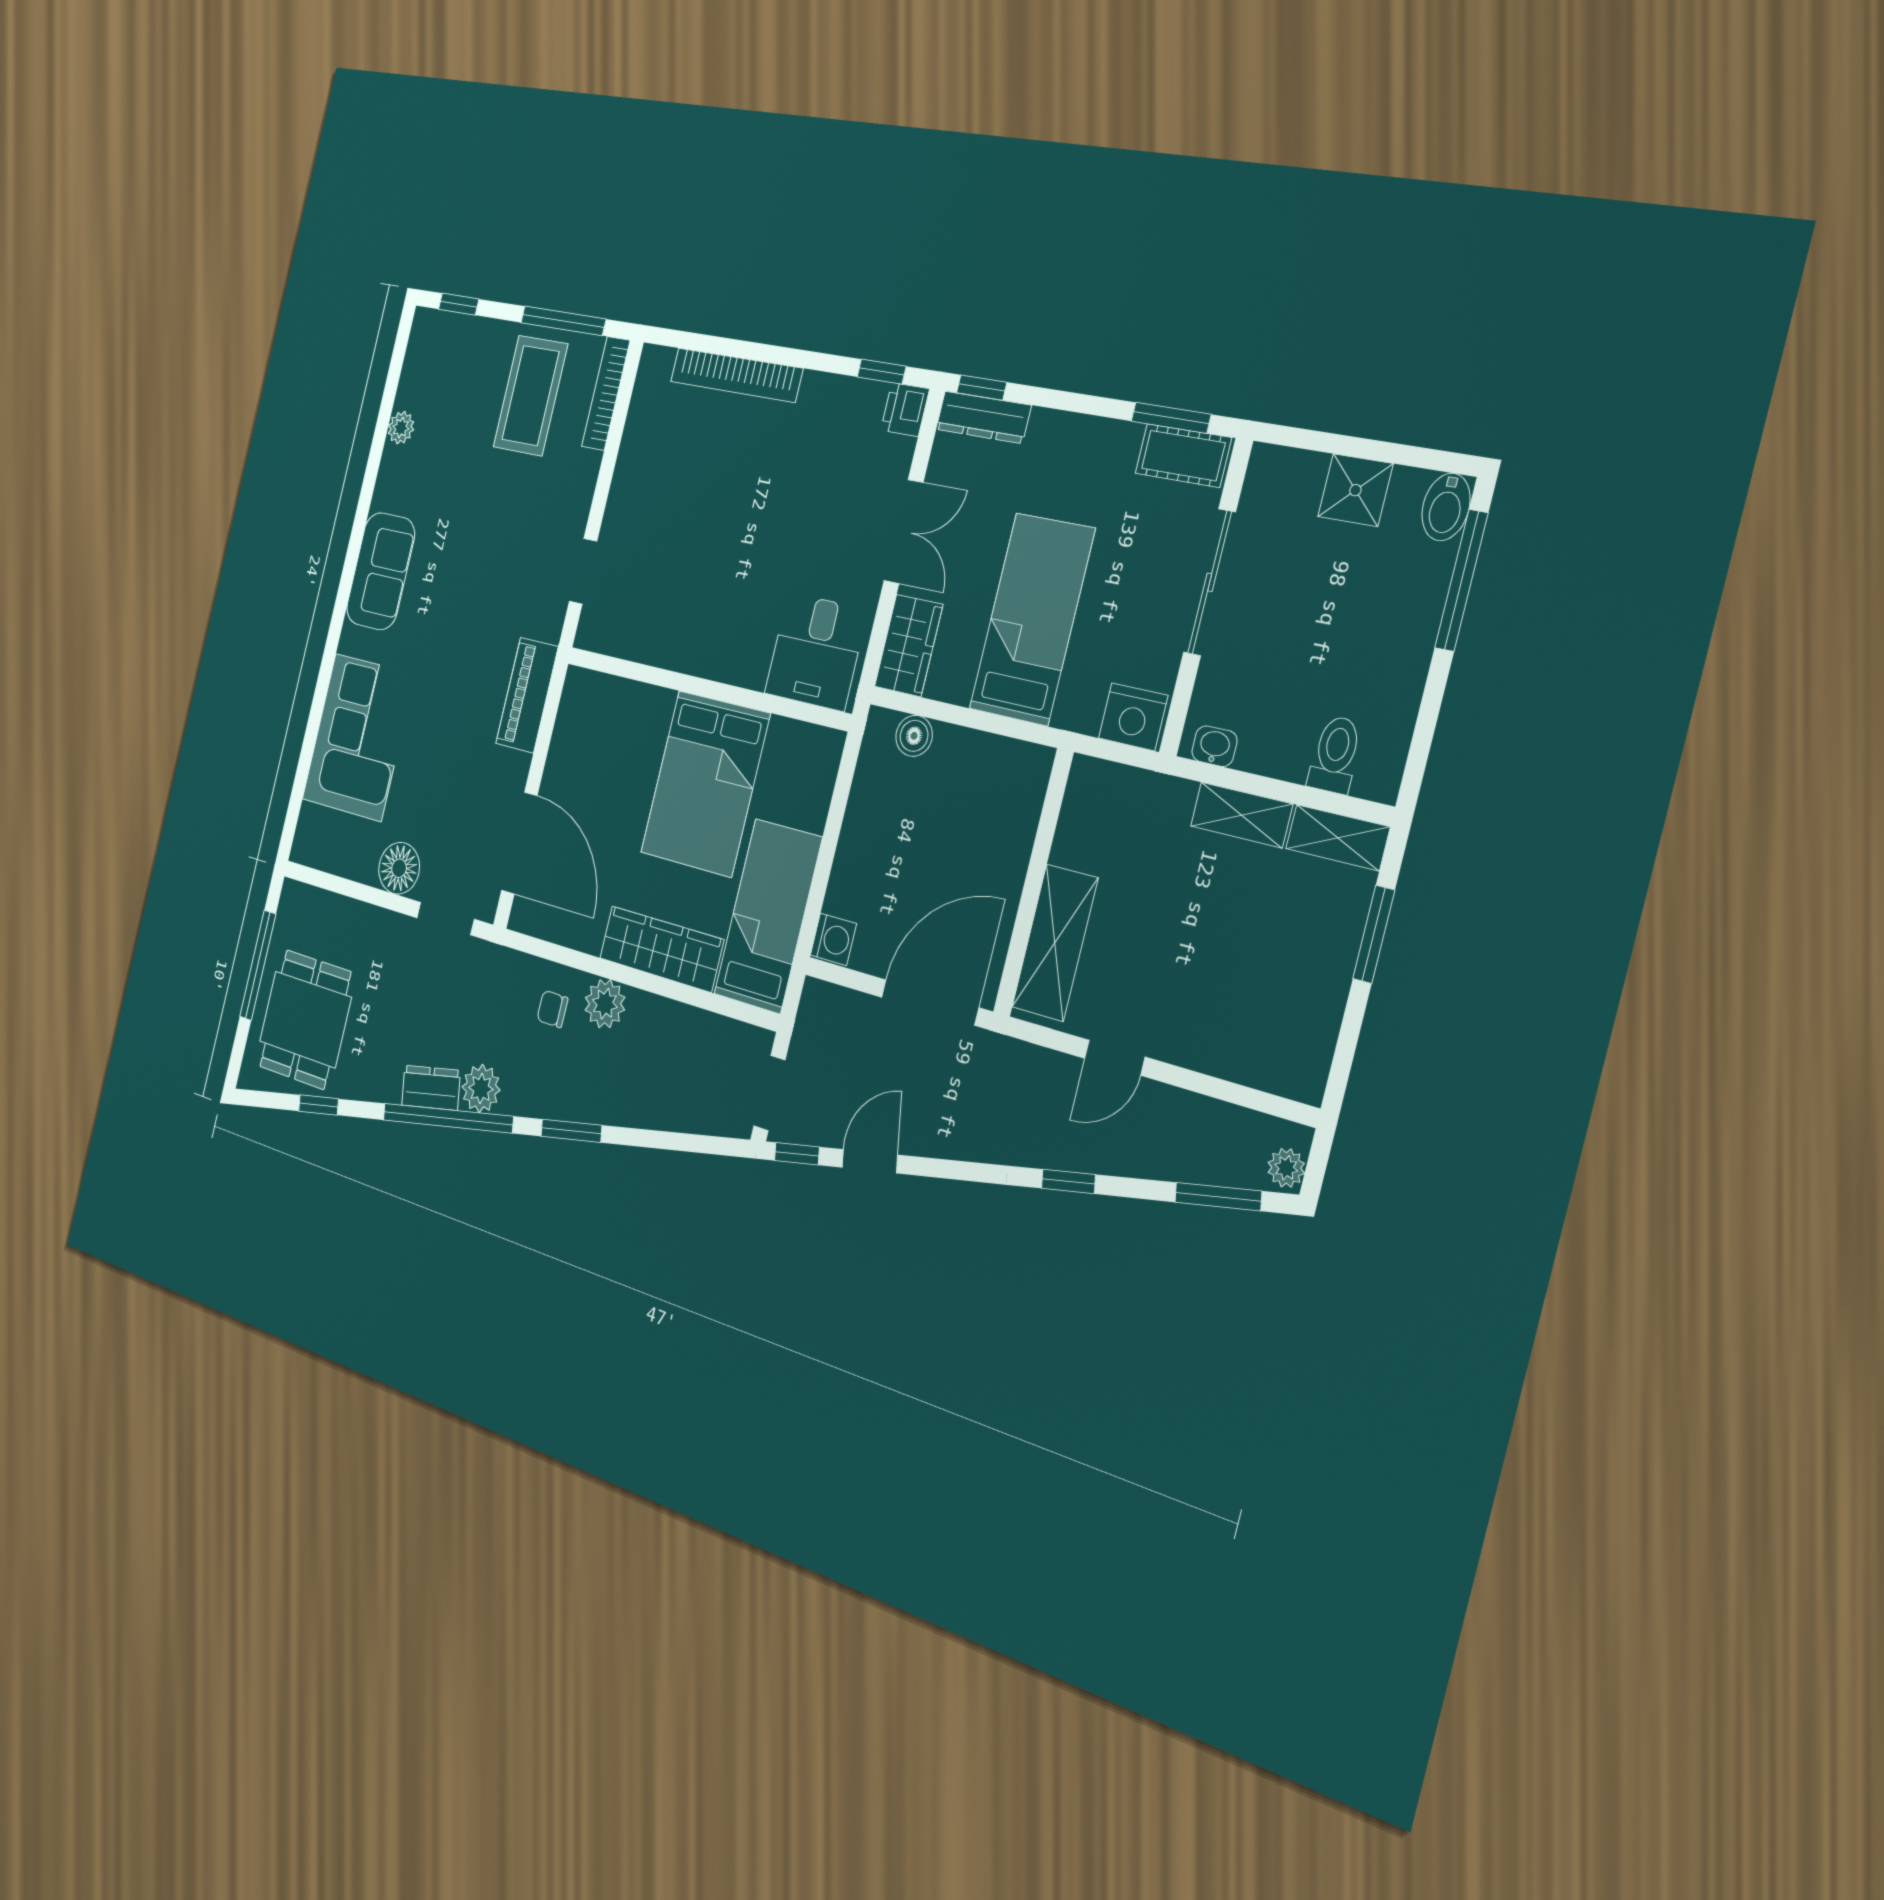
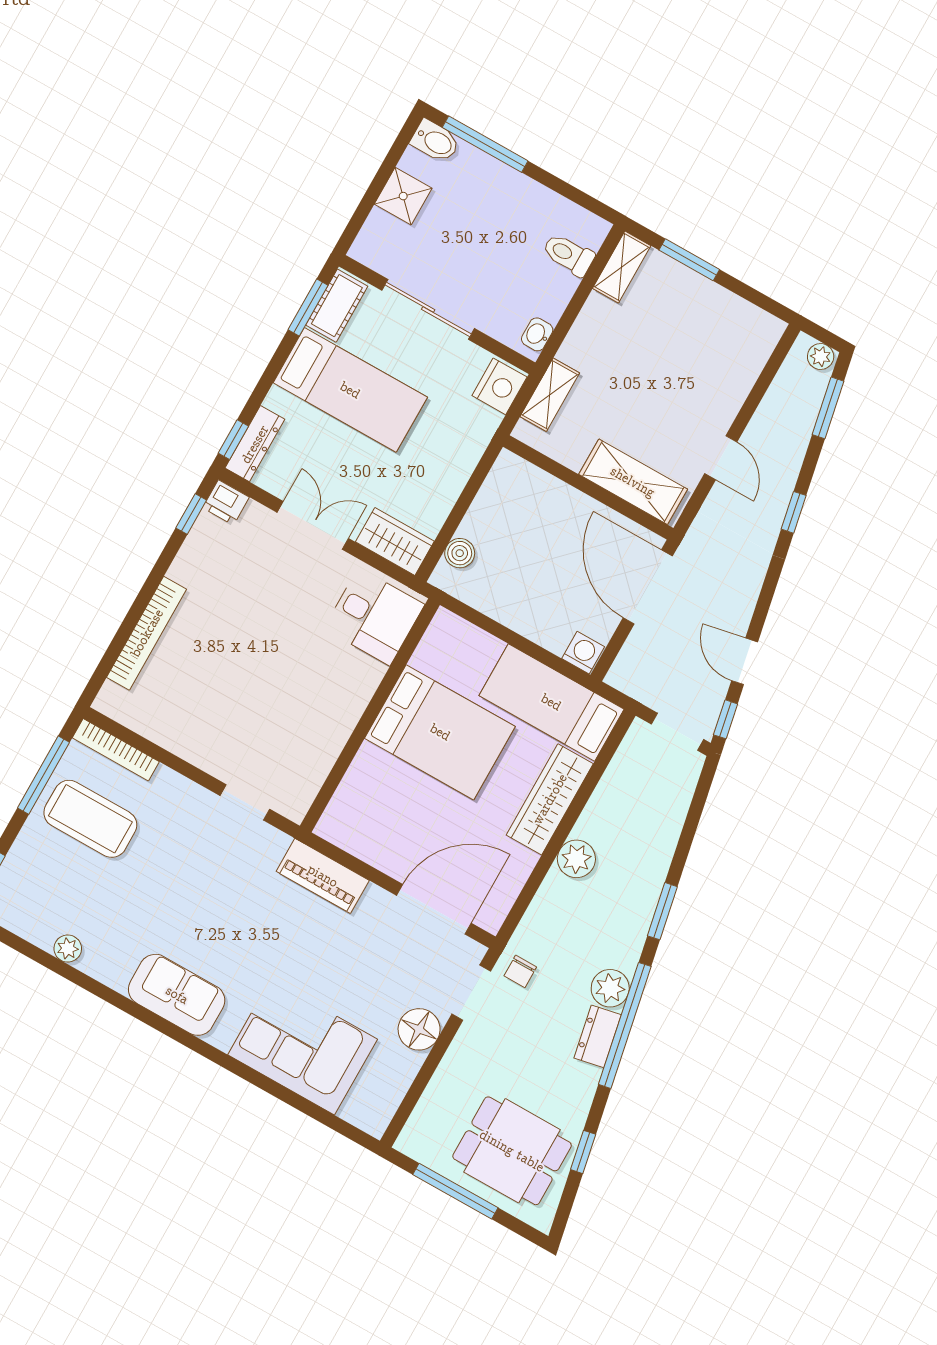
bed: (1032, 619) -> (350, 390), moved, turned 180
shelving: (1241, 815) -> (550, 395), moved
chair: (552, 1009) -> (520, 971), moved

